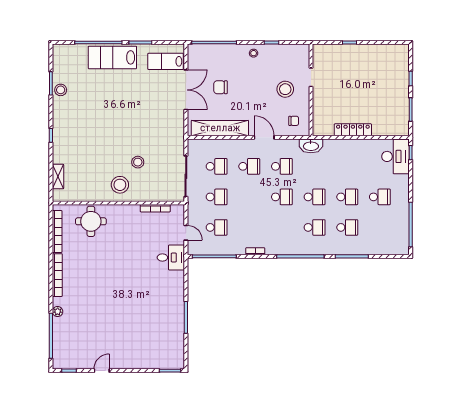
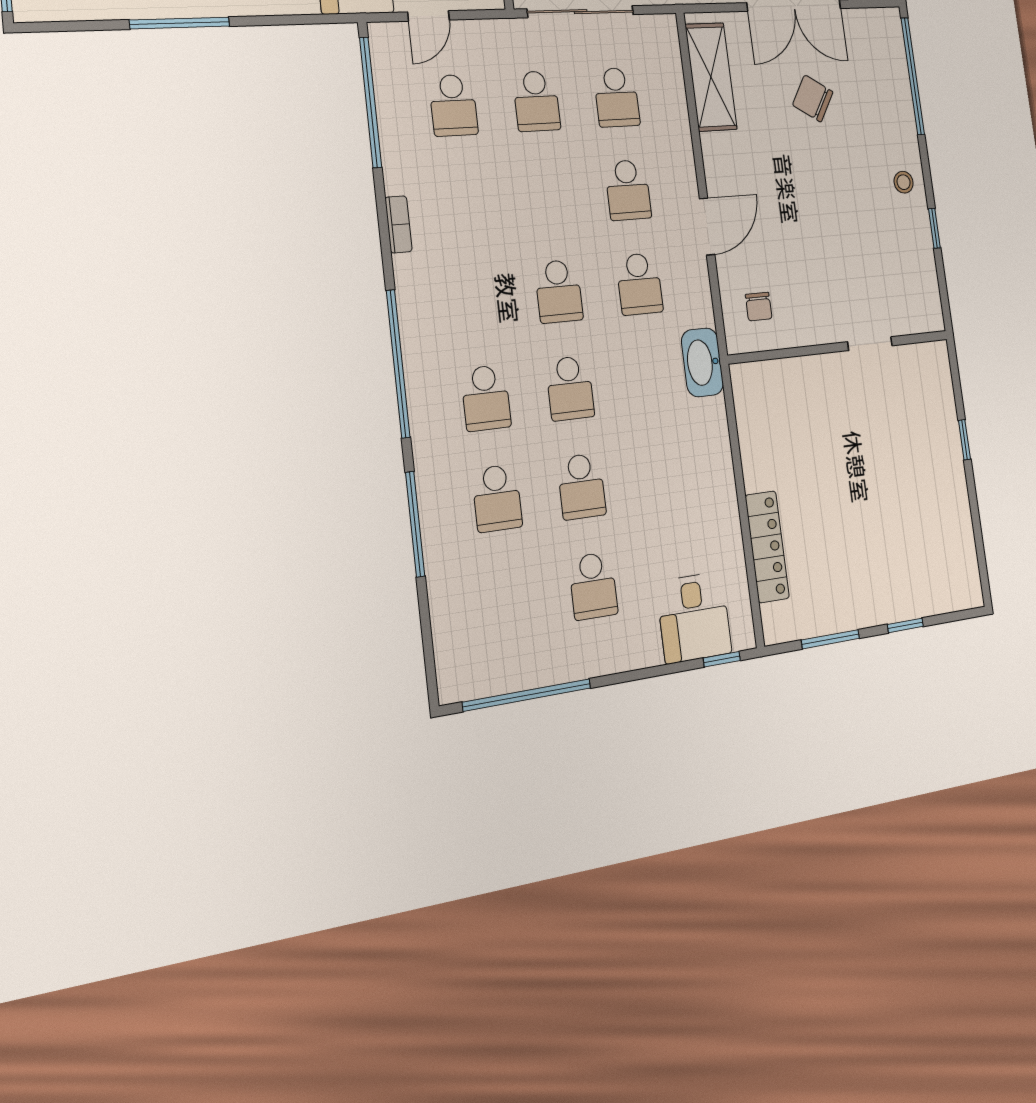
chair: (221, 87) -> (813, 98), turned -58
stool: (285, 89) -> (832, 275), removed
shelving: (220, 128) -> (711, 77), width x0.68
locker: (353, 130) -> (767, 547), moved
desk: (396, 156) -> (694, 617), width x0.73

